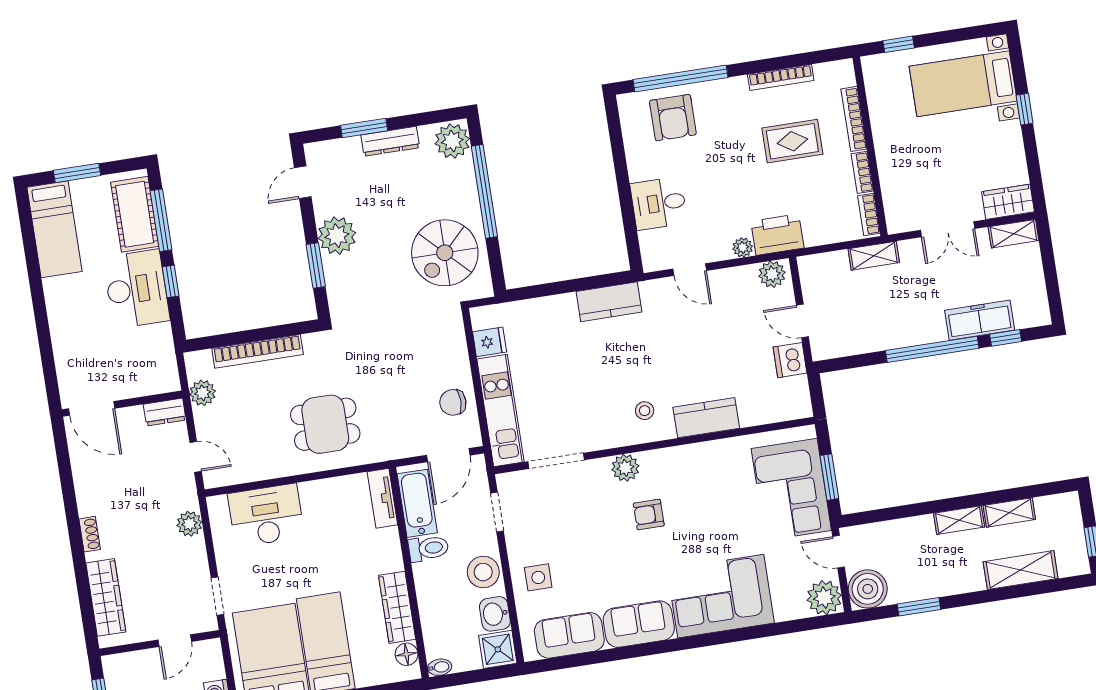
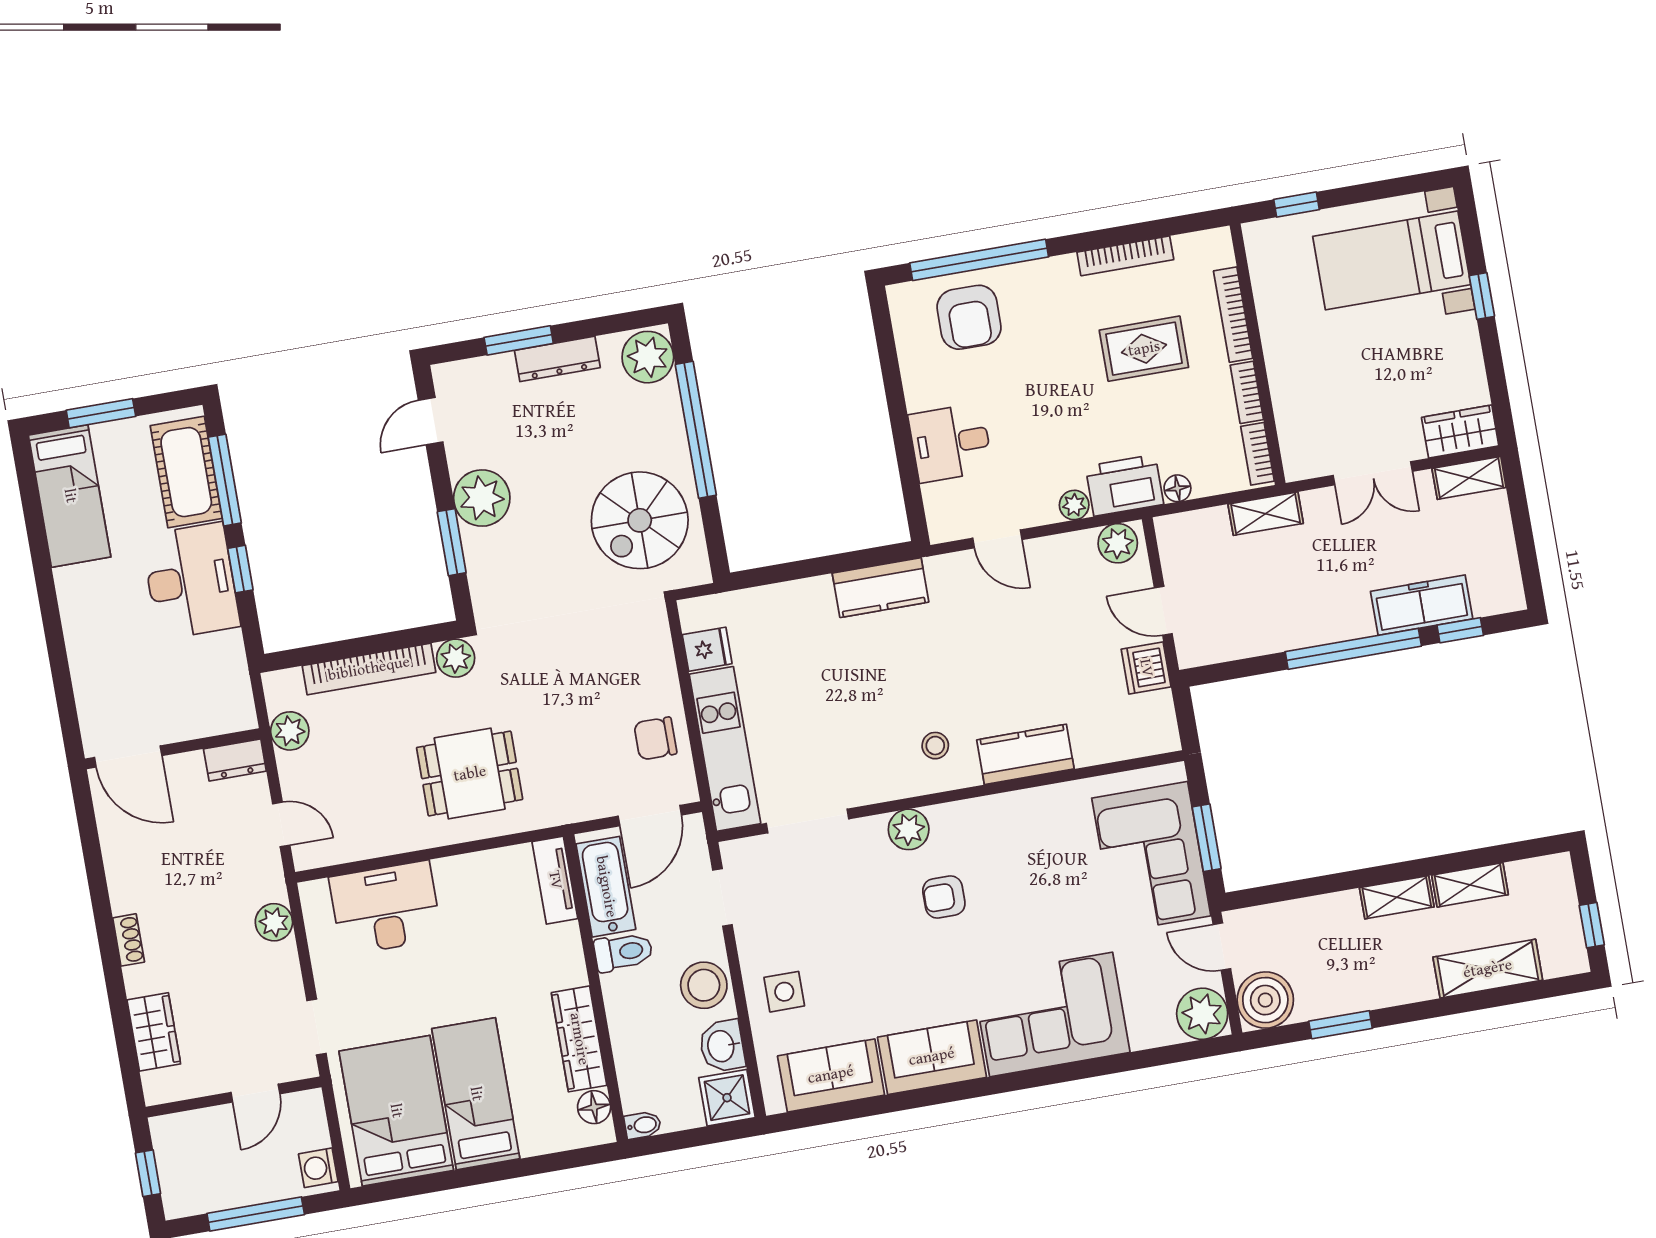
floor lamp: (814, 237) -> (1177, 488), added
plant: (317, 345) -> (456, 658), added
wardrobe: (106, 597) -> (154, 1032), width x0.67

